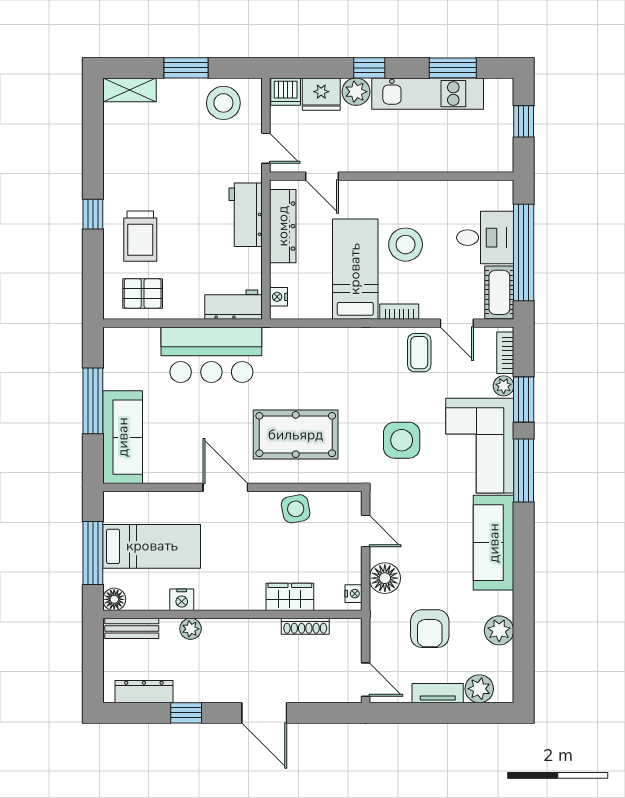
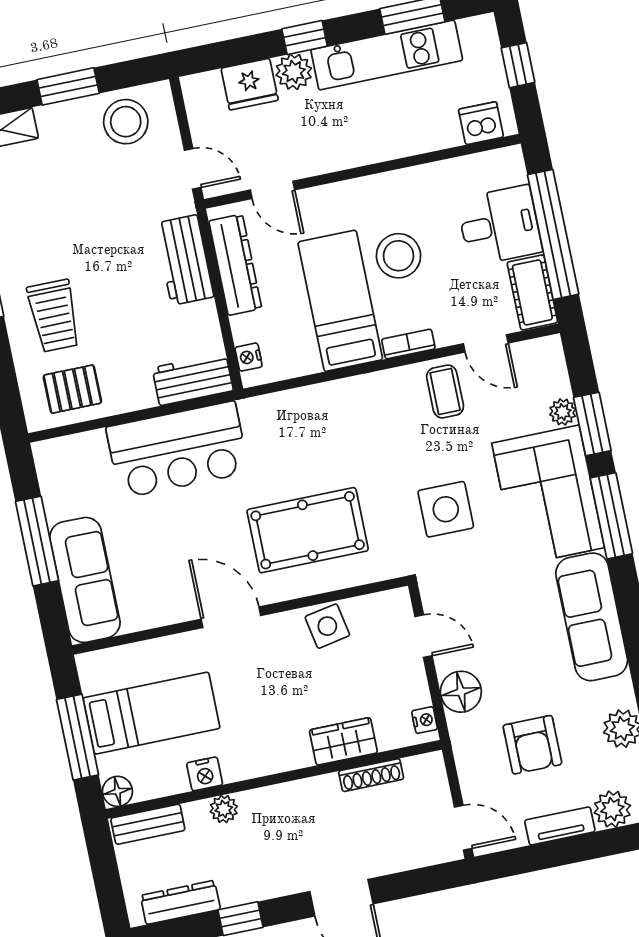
dishwasher: (286, 92) -> (481, 123), moved, turned 180
bookcase: (505, 353) -> (556, 369), removed

